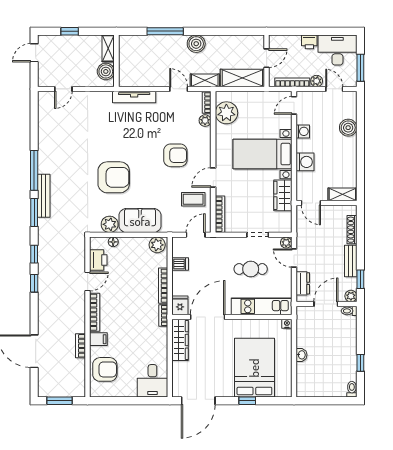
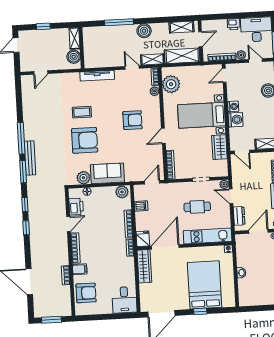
shelving: (244, 42) -> (182, 27), added
washing machine: (303, 131) -> (233, 106), moved
coffee table: (193, 199) -> (82, 112), moved

